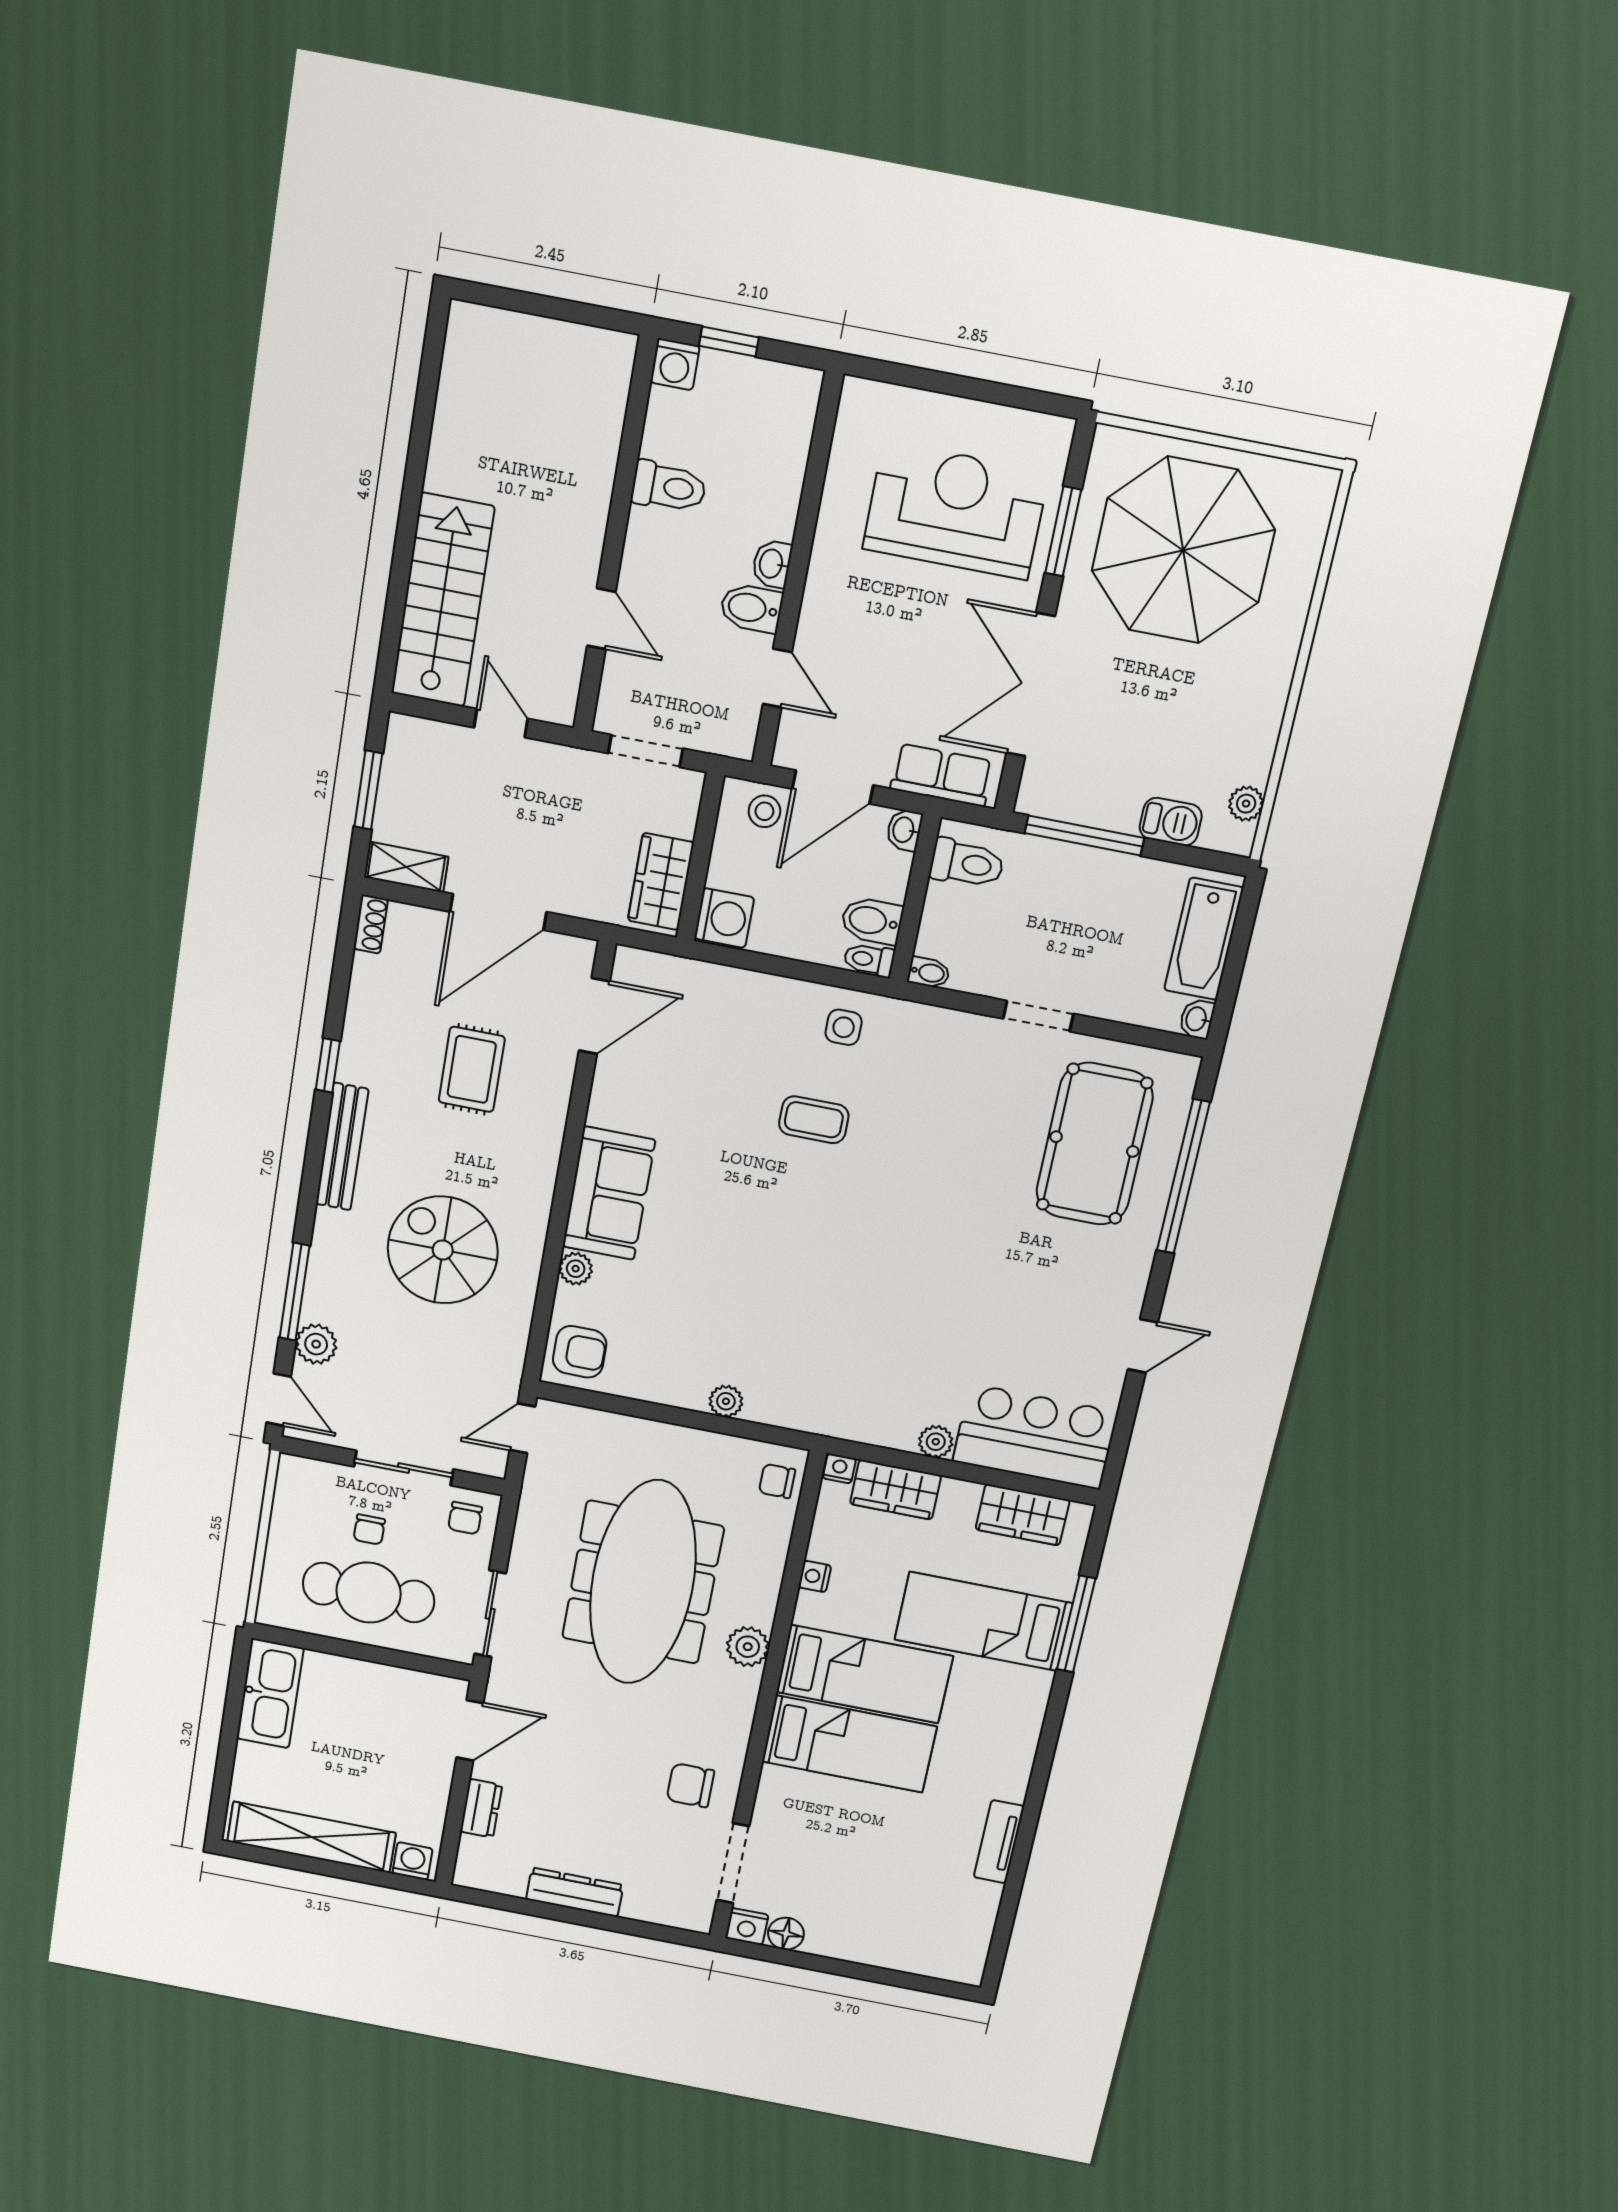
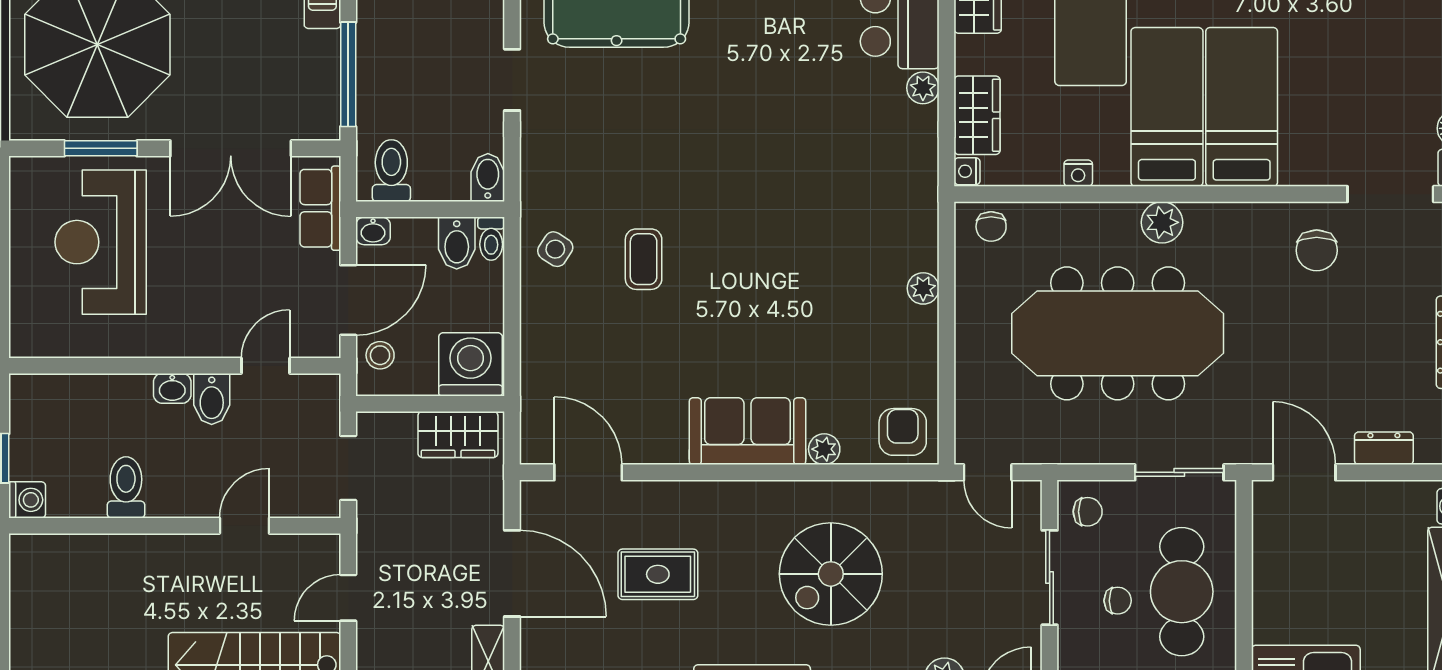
door: (833, 787) -> (348, 300), hinge flipped
washing machine: (724, 918) -> (471, 364), width x1.37, depth x1.37
bidet: (929, 973) -> (488, 178), width x1.38, depth x1.36
side table: (844, 1027) -> (555, 249), turned 33

